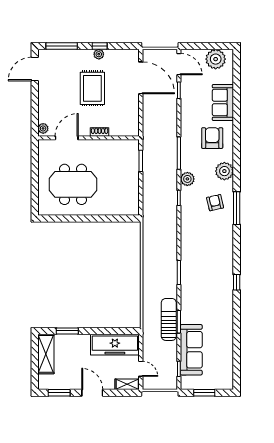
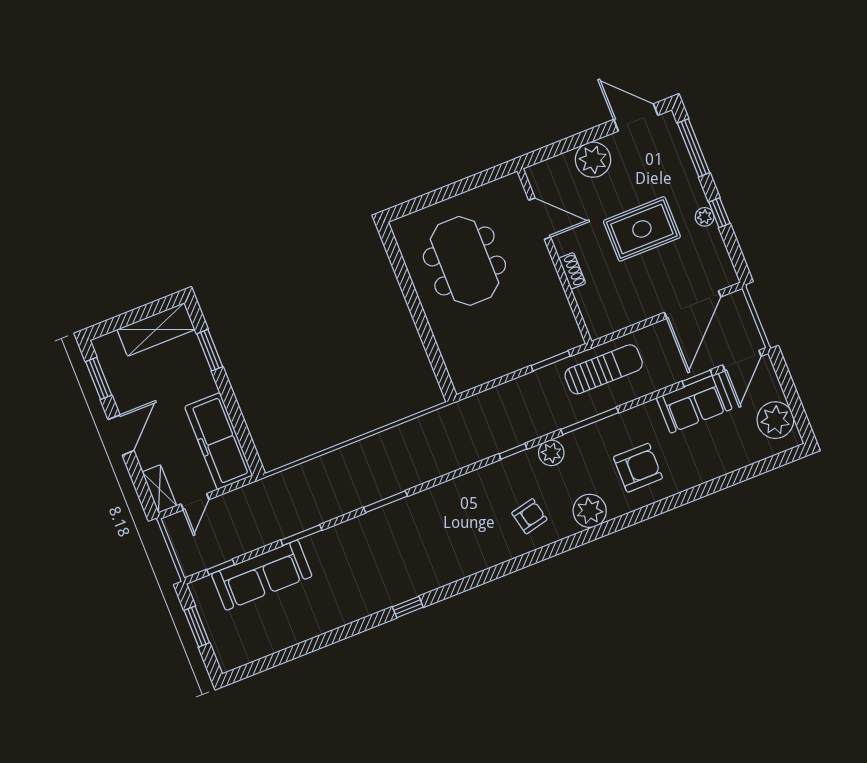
sofa: (223, 102) -> (694, 403), moved, turned 180
plant: (43, 128) -> (593, 160), moved, width x1.87, depth x1.87
window: (237, 208) -> (535, 557), removed
sun lounger: (169, 319) -> (604, 369), moved

